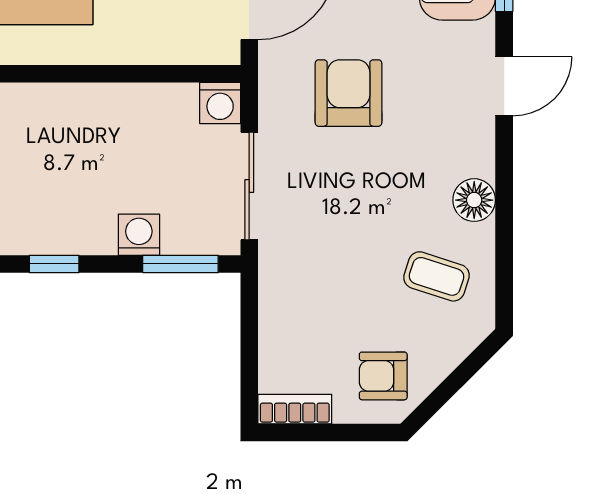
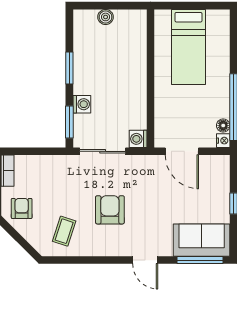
armchair: (348, 93) -> (110, 210), moved, turned -90
floor lamp: (474, 200) -> (97, 247), removed
window: (54, 264) -> (69, 68), width x1.50

